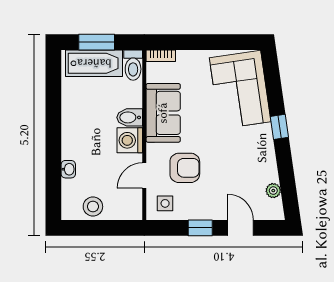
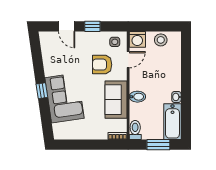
bathtub: (94, 63) -> (172, 122), moved, turned -90
corner sofa: (240, 90) -> (65, 98), moved
washing machine: (130, 140) -> (137, 39), moved, turned 90
washbasin: (68, 169) -> (176, 97), moved
plant: (273, 191) -> (46, 50), removed

